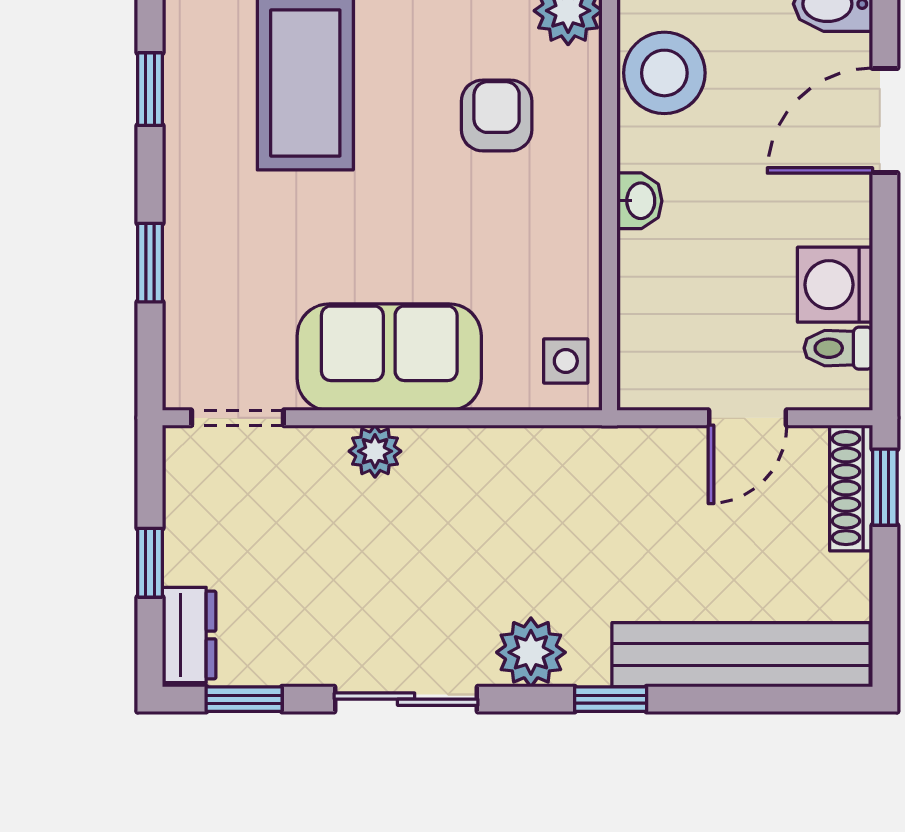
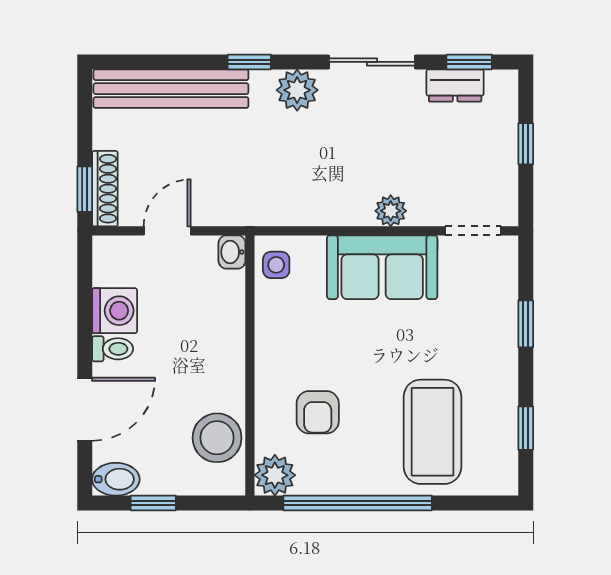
washbasin: (639, 201) -> (232, 252), moved
toilet: (838, 348) -> (113, 349), moved
dresser: (189, 635) -> (455, 85), moved, turned -90

